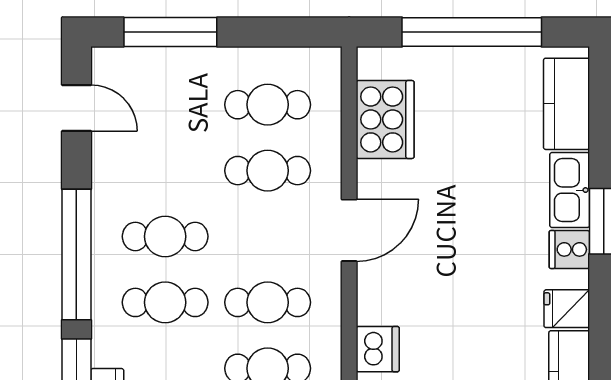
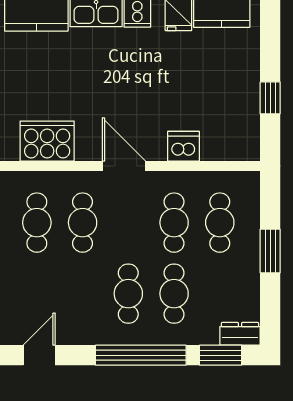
dishwasher: (378, 349) -> (184, 146), moved

